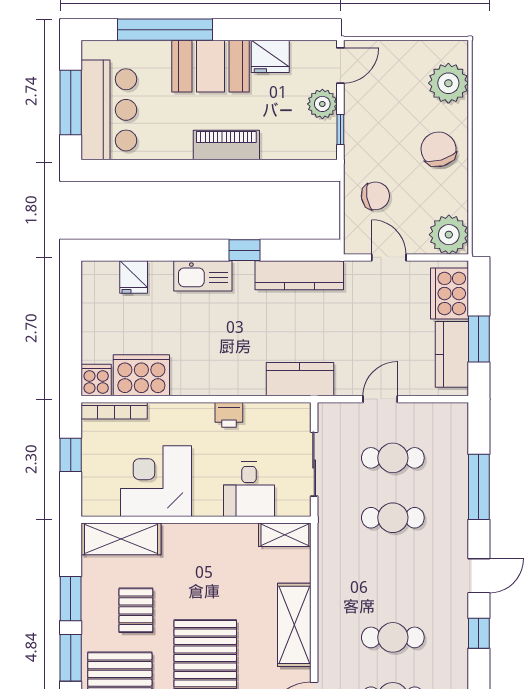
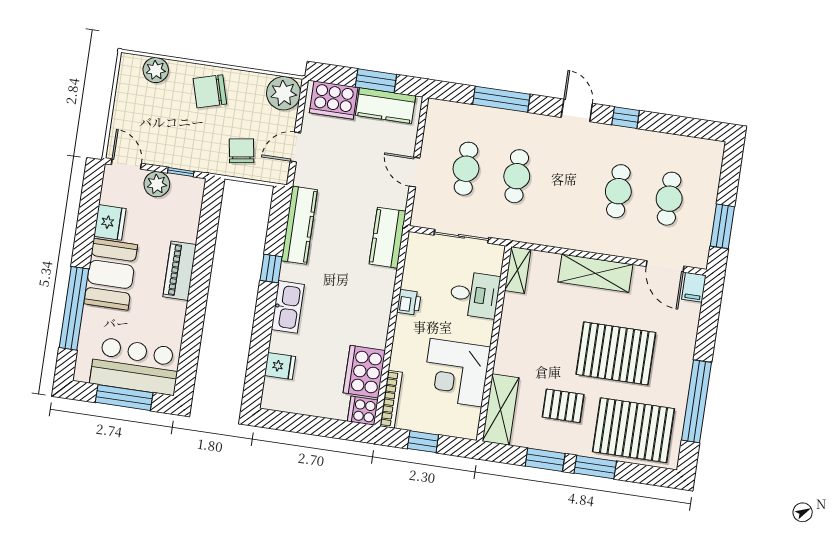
plant: (448, 83) -> (156, 70), width x0.73, depth x0.73

